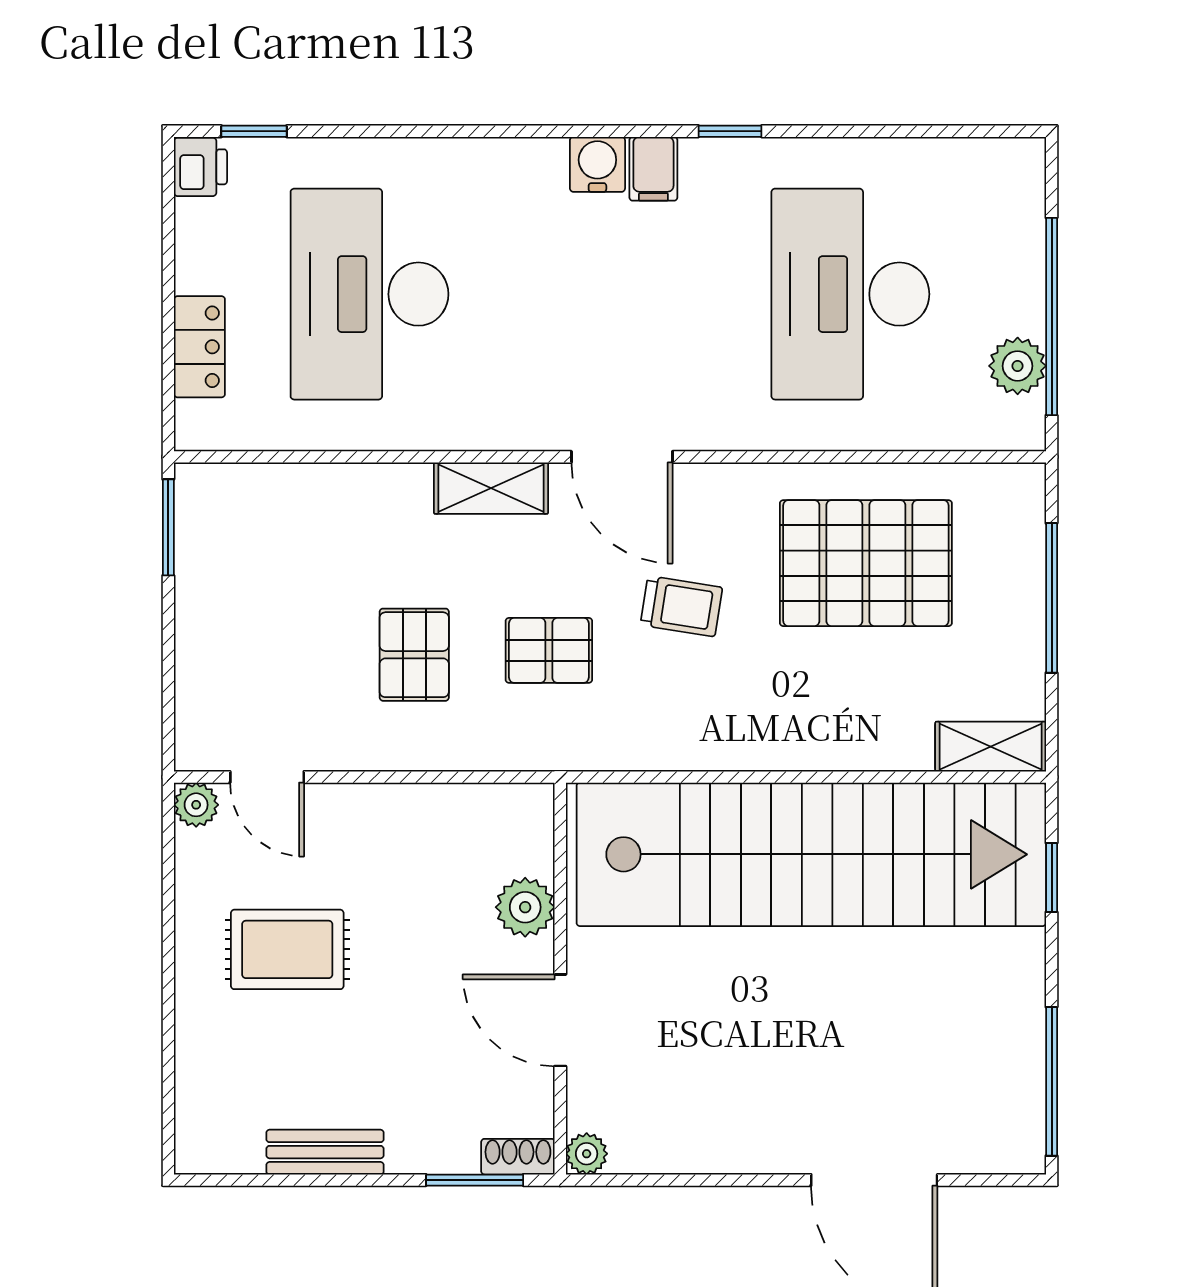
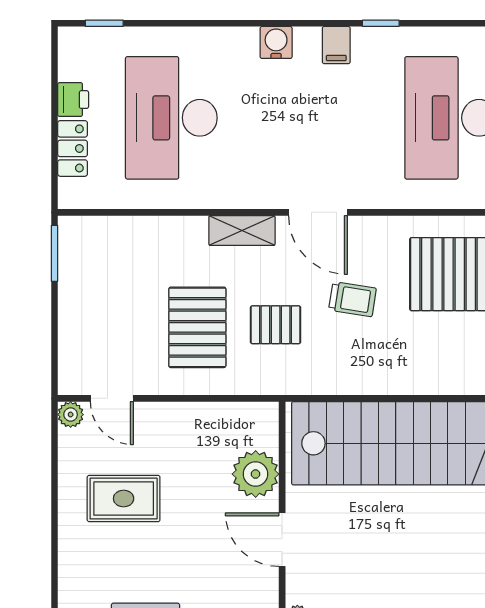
water cooler: (597, 164) -> (276, 42), moved
printer: (200, 167) -> (73, 100), moved
pallet: (414, 655) -> (197, 327), width x1.50, depth x1.42
plant: (525, 907) -> (256, 474), width x1.36, depth x1.36

